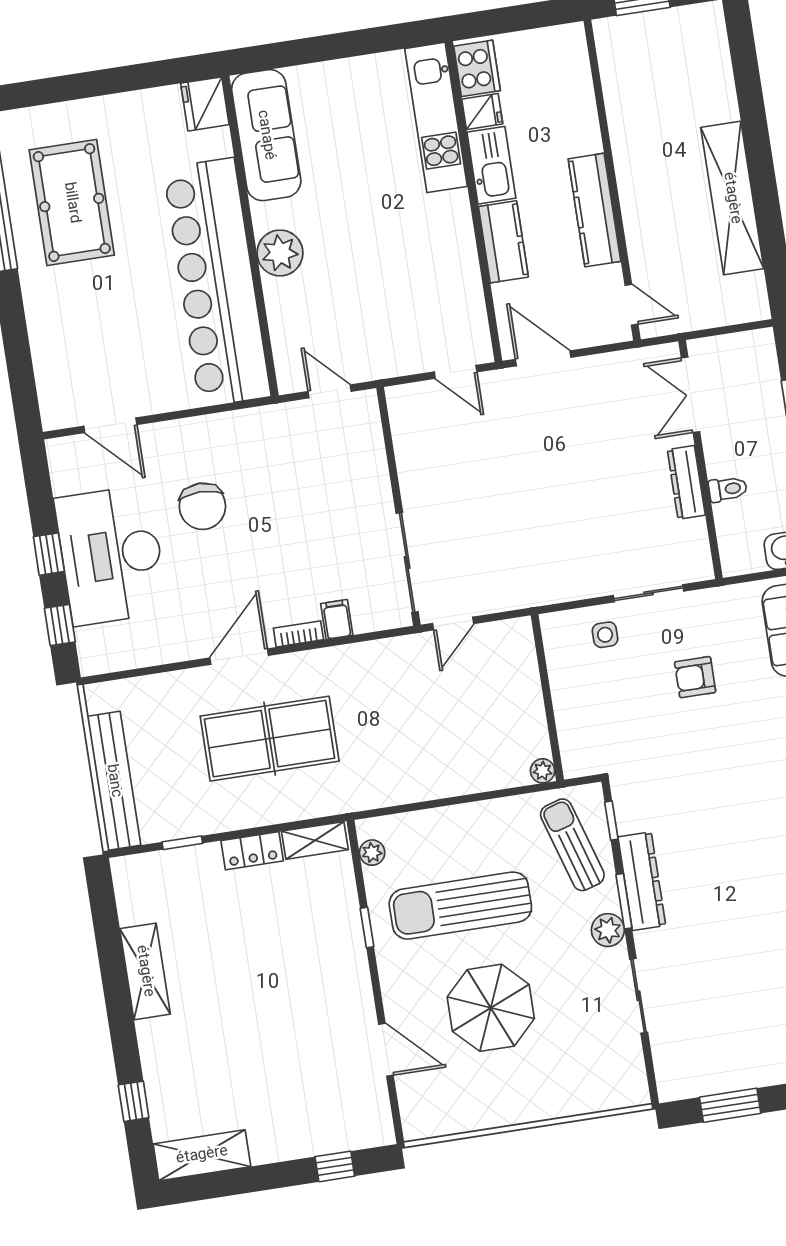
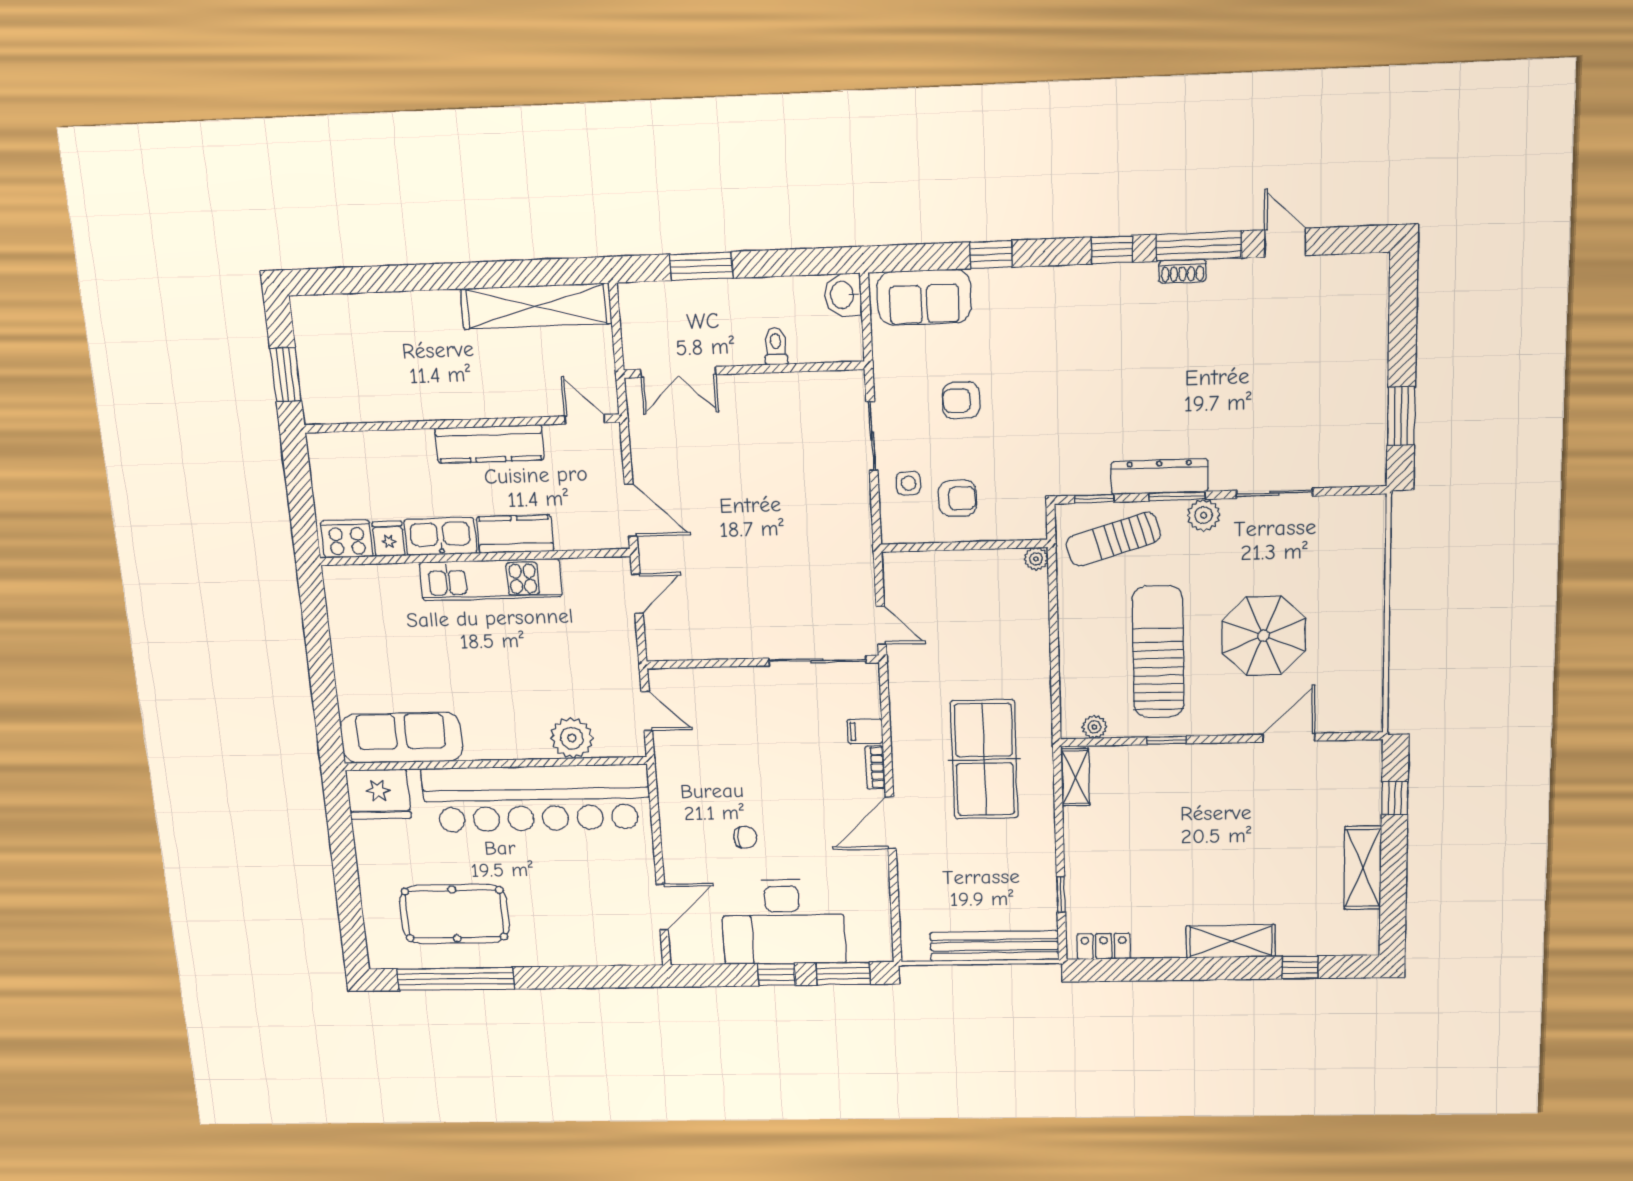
fridge: (205, 104) -> (378, 794), width x1.36, depth x1.34
kitchen unit: (436, 117) -> (491, 580), moved
shelving: (732, 198) -> (536, 306), moved
plant: (280, 253) -> (572, 738), moved
door: (631, 305) -> (585, 419), hinge flipped
door: (543, 358) -> (631, 510), swing flipped
door: (330, 391) -> (647, 711), swing flipped
dresser: (686, 482) -> (765, 386), removed
chair: (202, 506) -> (745, 837), width x0.54, depth x0.54
window: (60, 625) -> (843, 974), width x1.50
door: (239, 657) -> (891, 823), hinge flipped
armchair: (695, 677) -> (961, 400), turned 90
armchair: (595, 685) -> (958, 498), added
table tennis table: (270, 739) -> (984, 760), moved
locker: (252, 851) -> (1104, 946), moved, turned -90
sun lounger: (460, 906) -> (1158, 652), turned 180
shelving: (145, 971) -> (1231, 941), moved
shelving: (202, 1155) -> (1363, 868), moved

